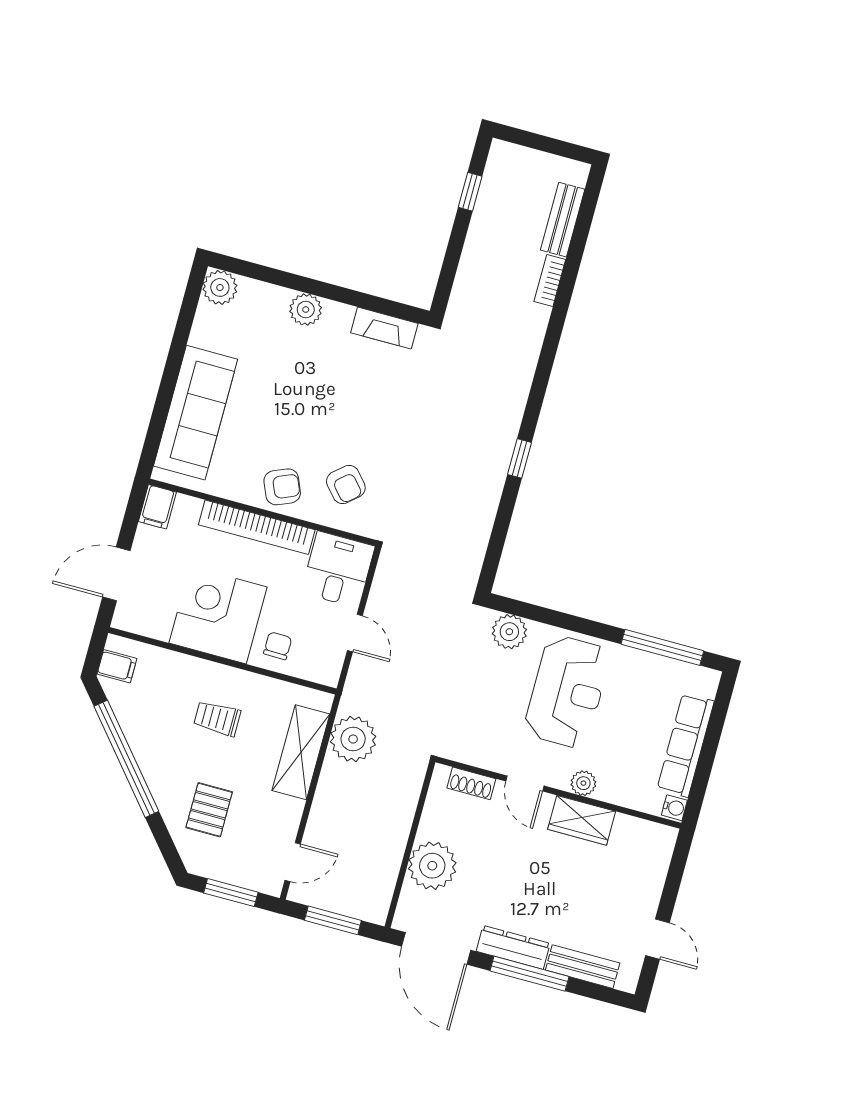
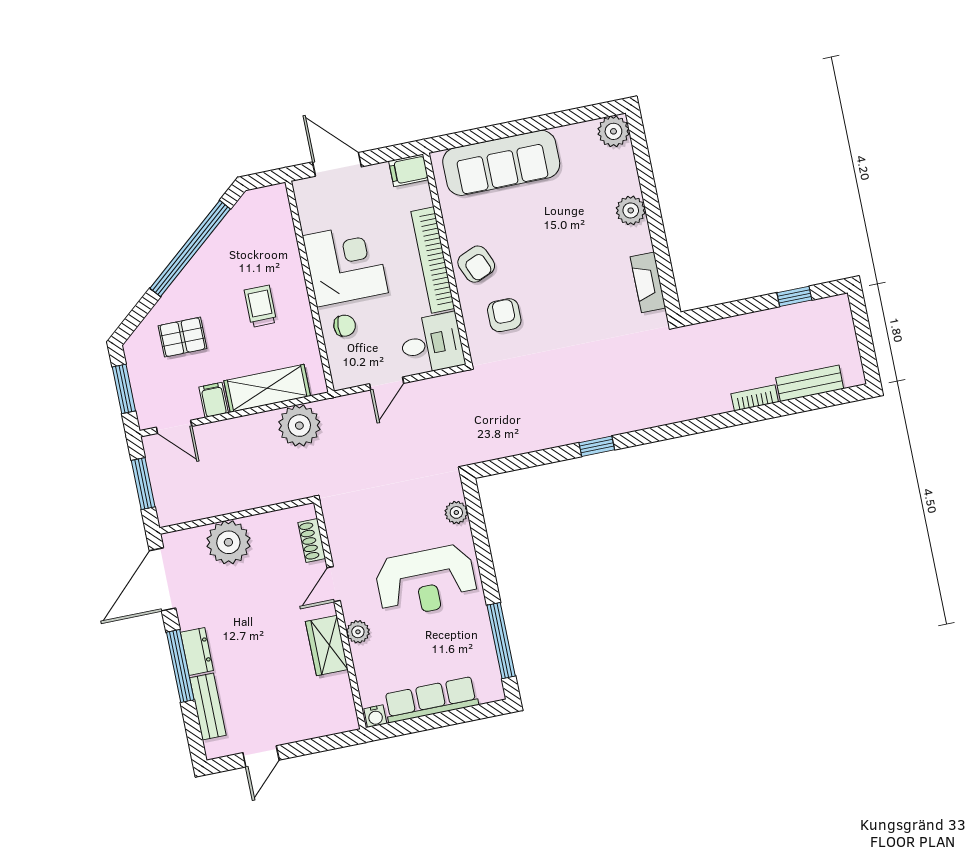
armchair: (346, 484) -> (504, 315), turned 131
plant: (509, 632) -> (456, 512), width x0.73, depth x0.73
filing cabinet: (117, 666) -> (214, 400), moved, turned 180
dresser: (513, 947) -> (197, 651), width x0.70

